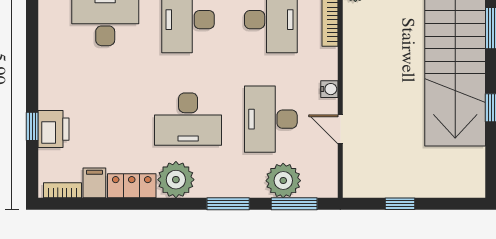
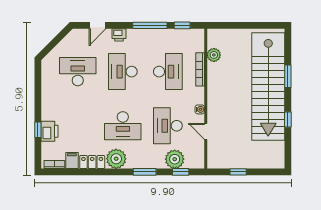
window: (294, 204) -> (181, 172), width x0.67

